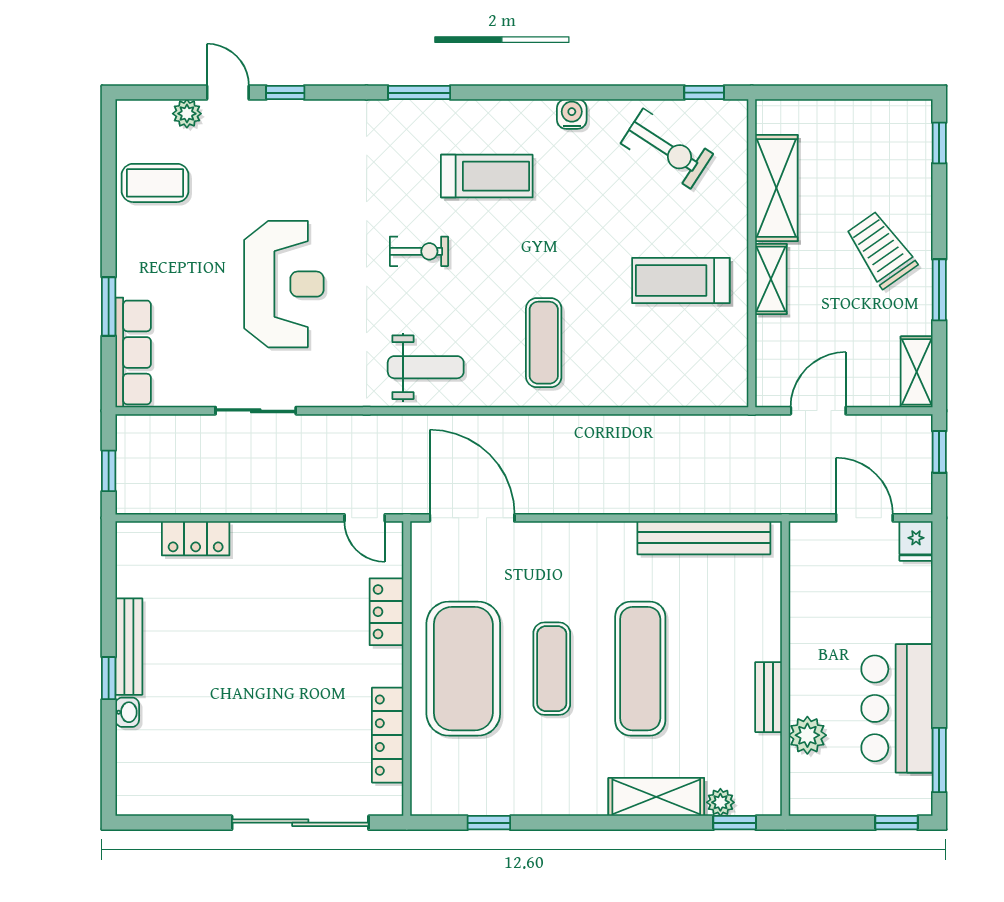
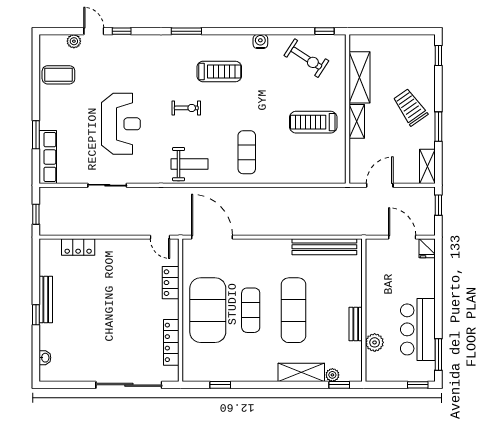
washbasin: (127, 712) -> (45, 358), moved

